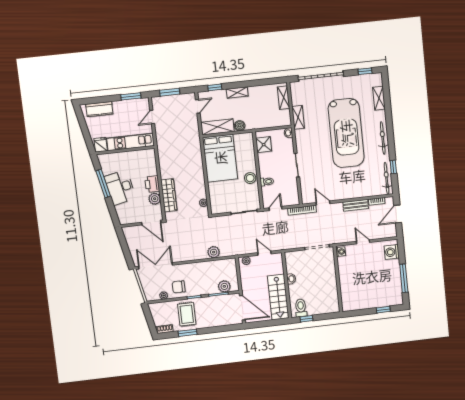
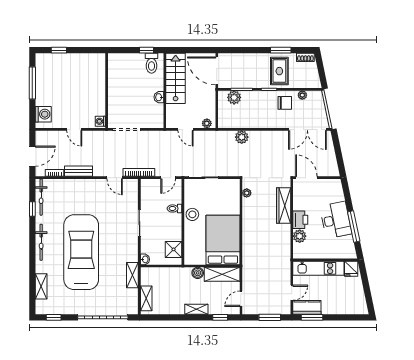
kitchen counter: (99, 109) -> (307, 307), moved
plant: (155, 199) -> (300, 236), moved

